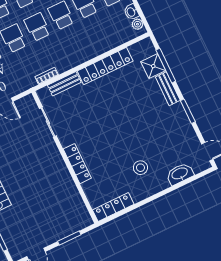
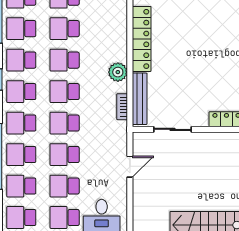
plant: (71, 60) -> (118, 72), added
bench: (64, 84) -> (140, 99), width x1.36

